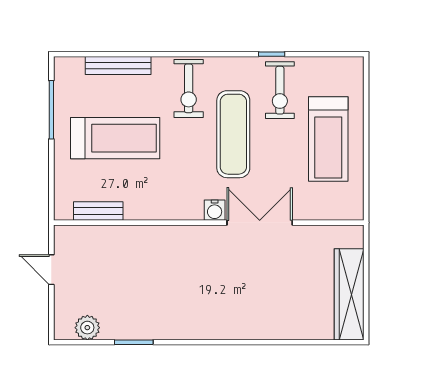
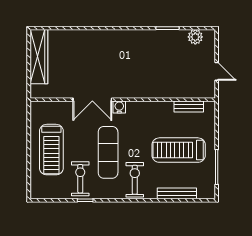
treadmill: (328, 139) -> (51, 150), turned 180

